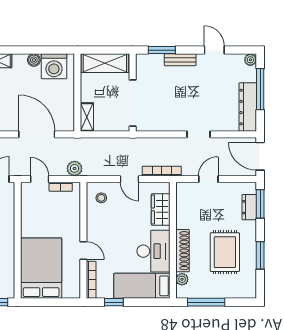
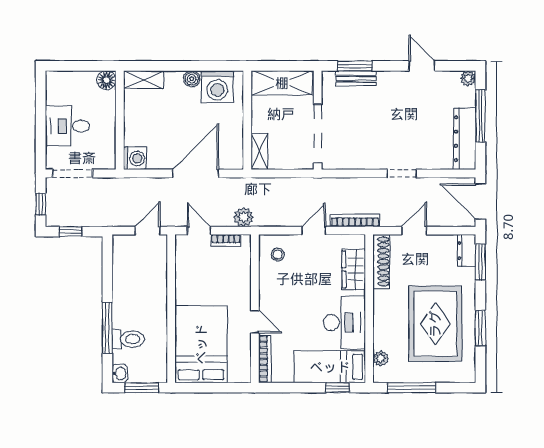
bench: (180, 60) -> (356, 78), moved
door: (37, 134) -> (196, 173), hinge flipped
door: (130, 179) -> (314, 231), swing flipped
dresser: (249, 207) -> (467, 251), moved
shoe rack: (182, 251) -> (381, 262), moved
rug: (225, 252) -> (435, 324), width x1.37, depth x1.44
window: (114, 302) -> (338, 388), moved

